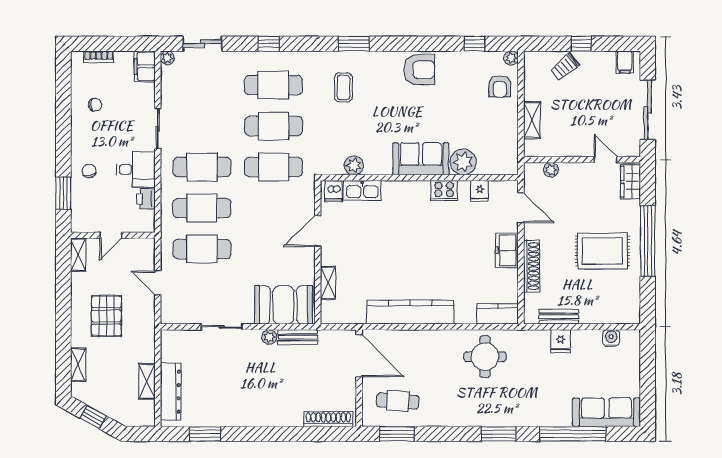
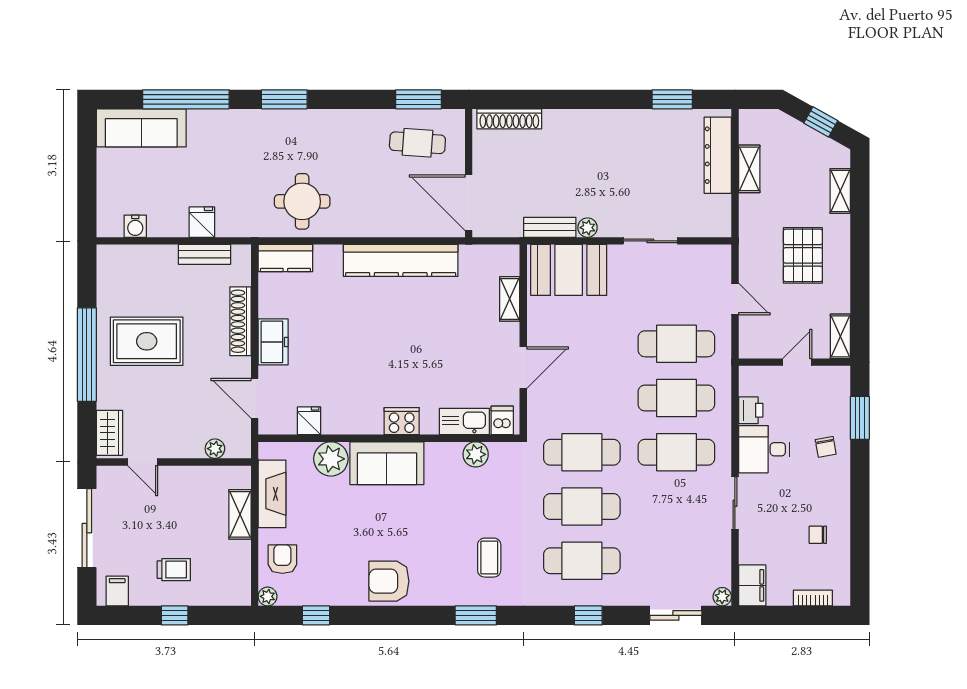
trolley: (565, 67) -> (174, 570), moved, turned 40
fireplace: (508, 136) -> (272, 494), added
cooker: (444, 191) -> (402, 421), moved

